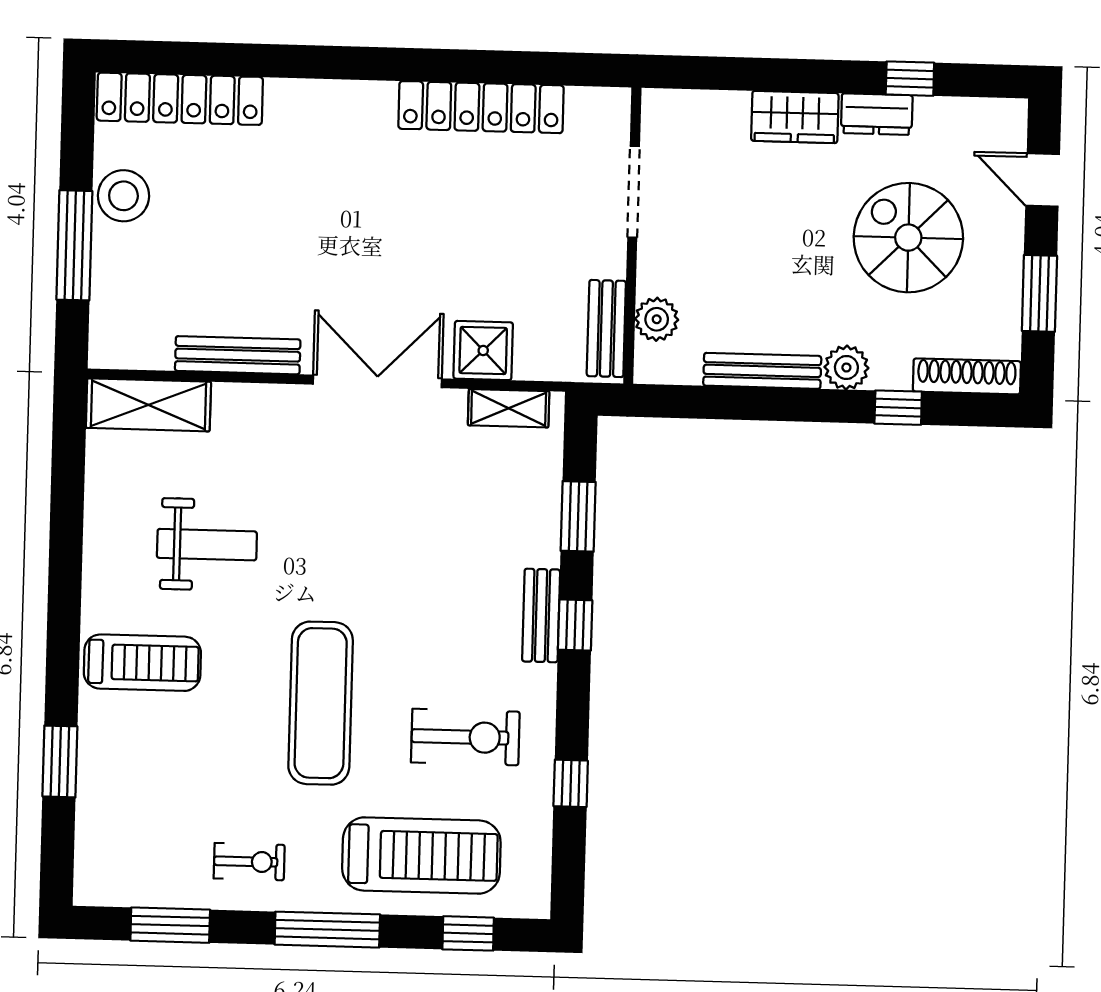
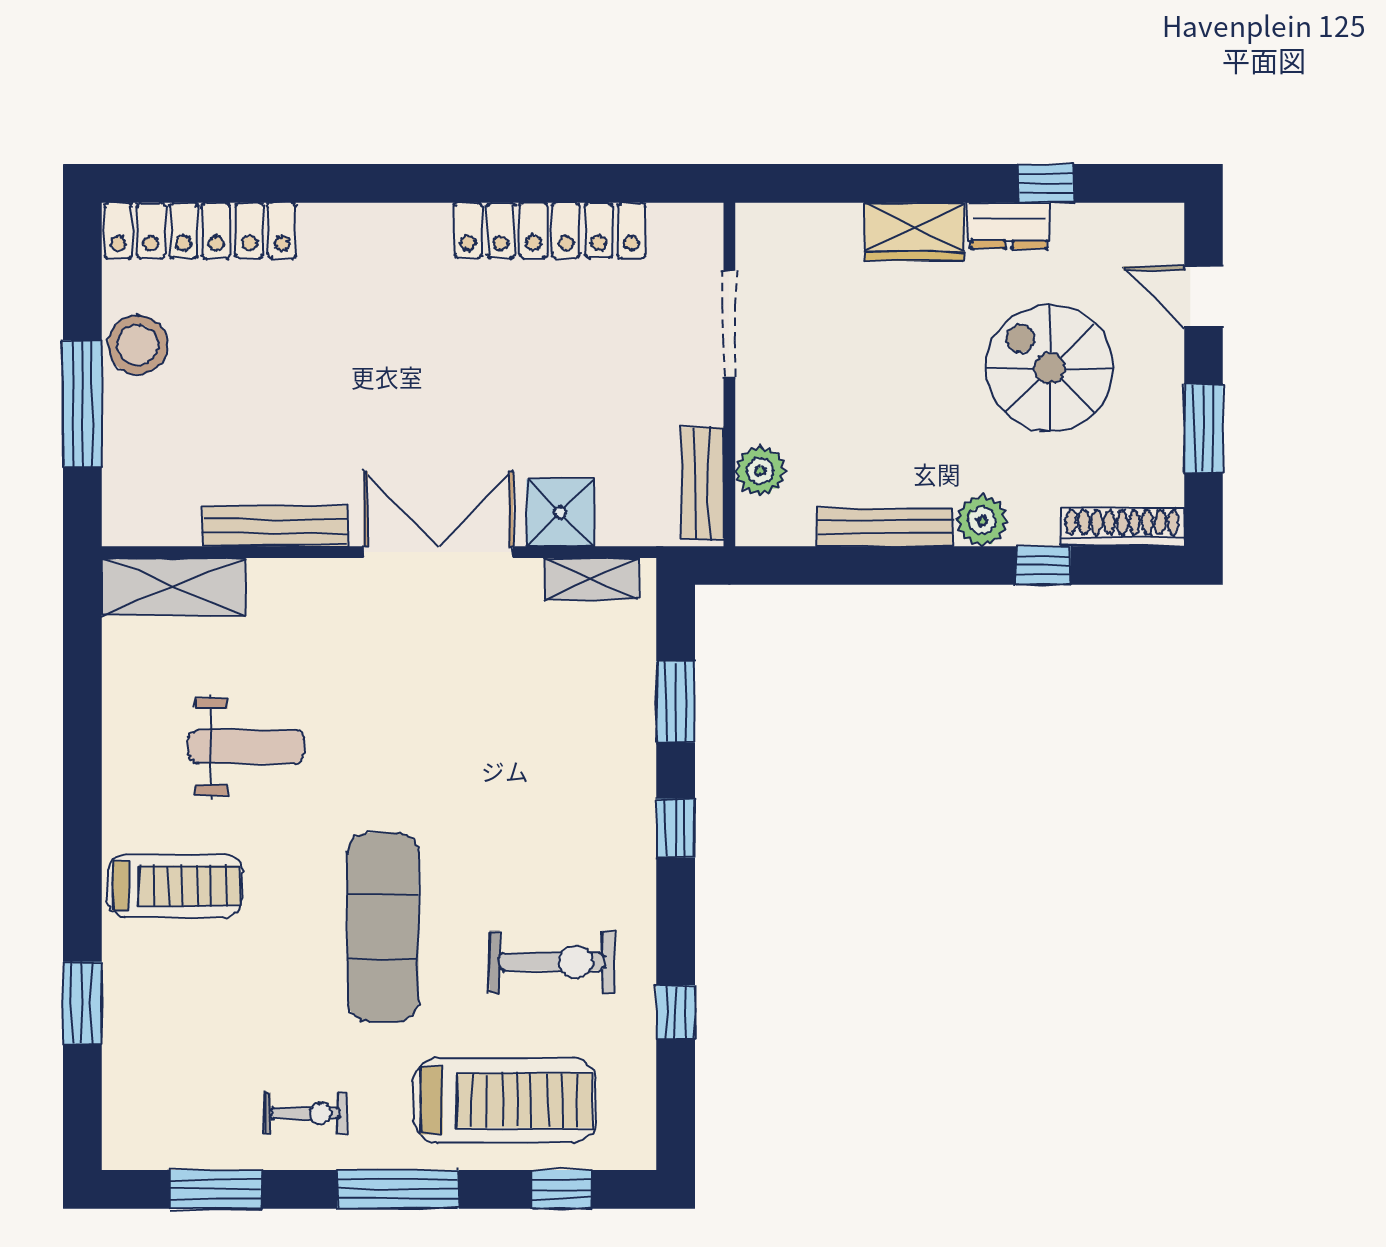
bench: (541, 616) -> (636, 818), removed

